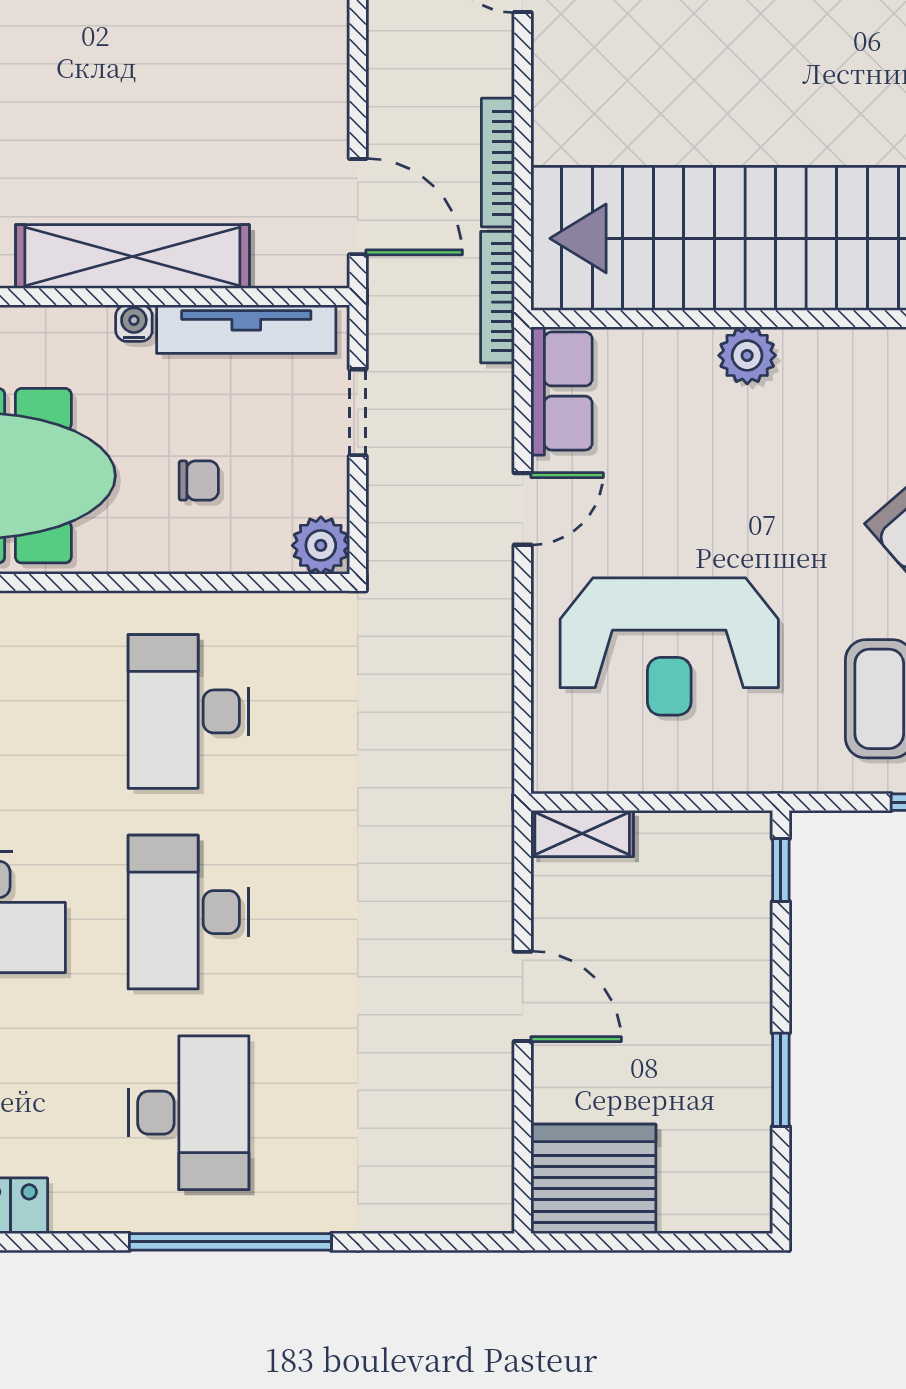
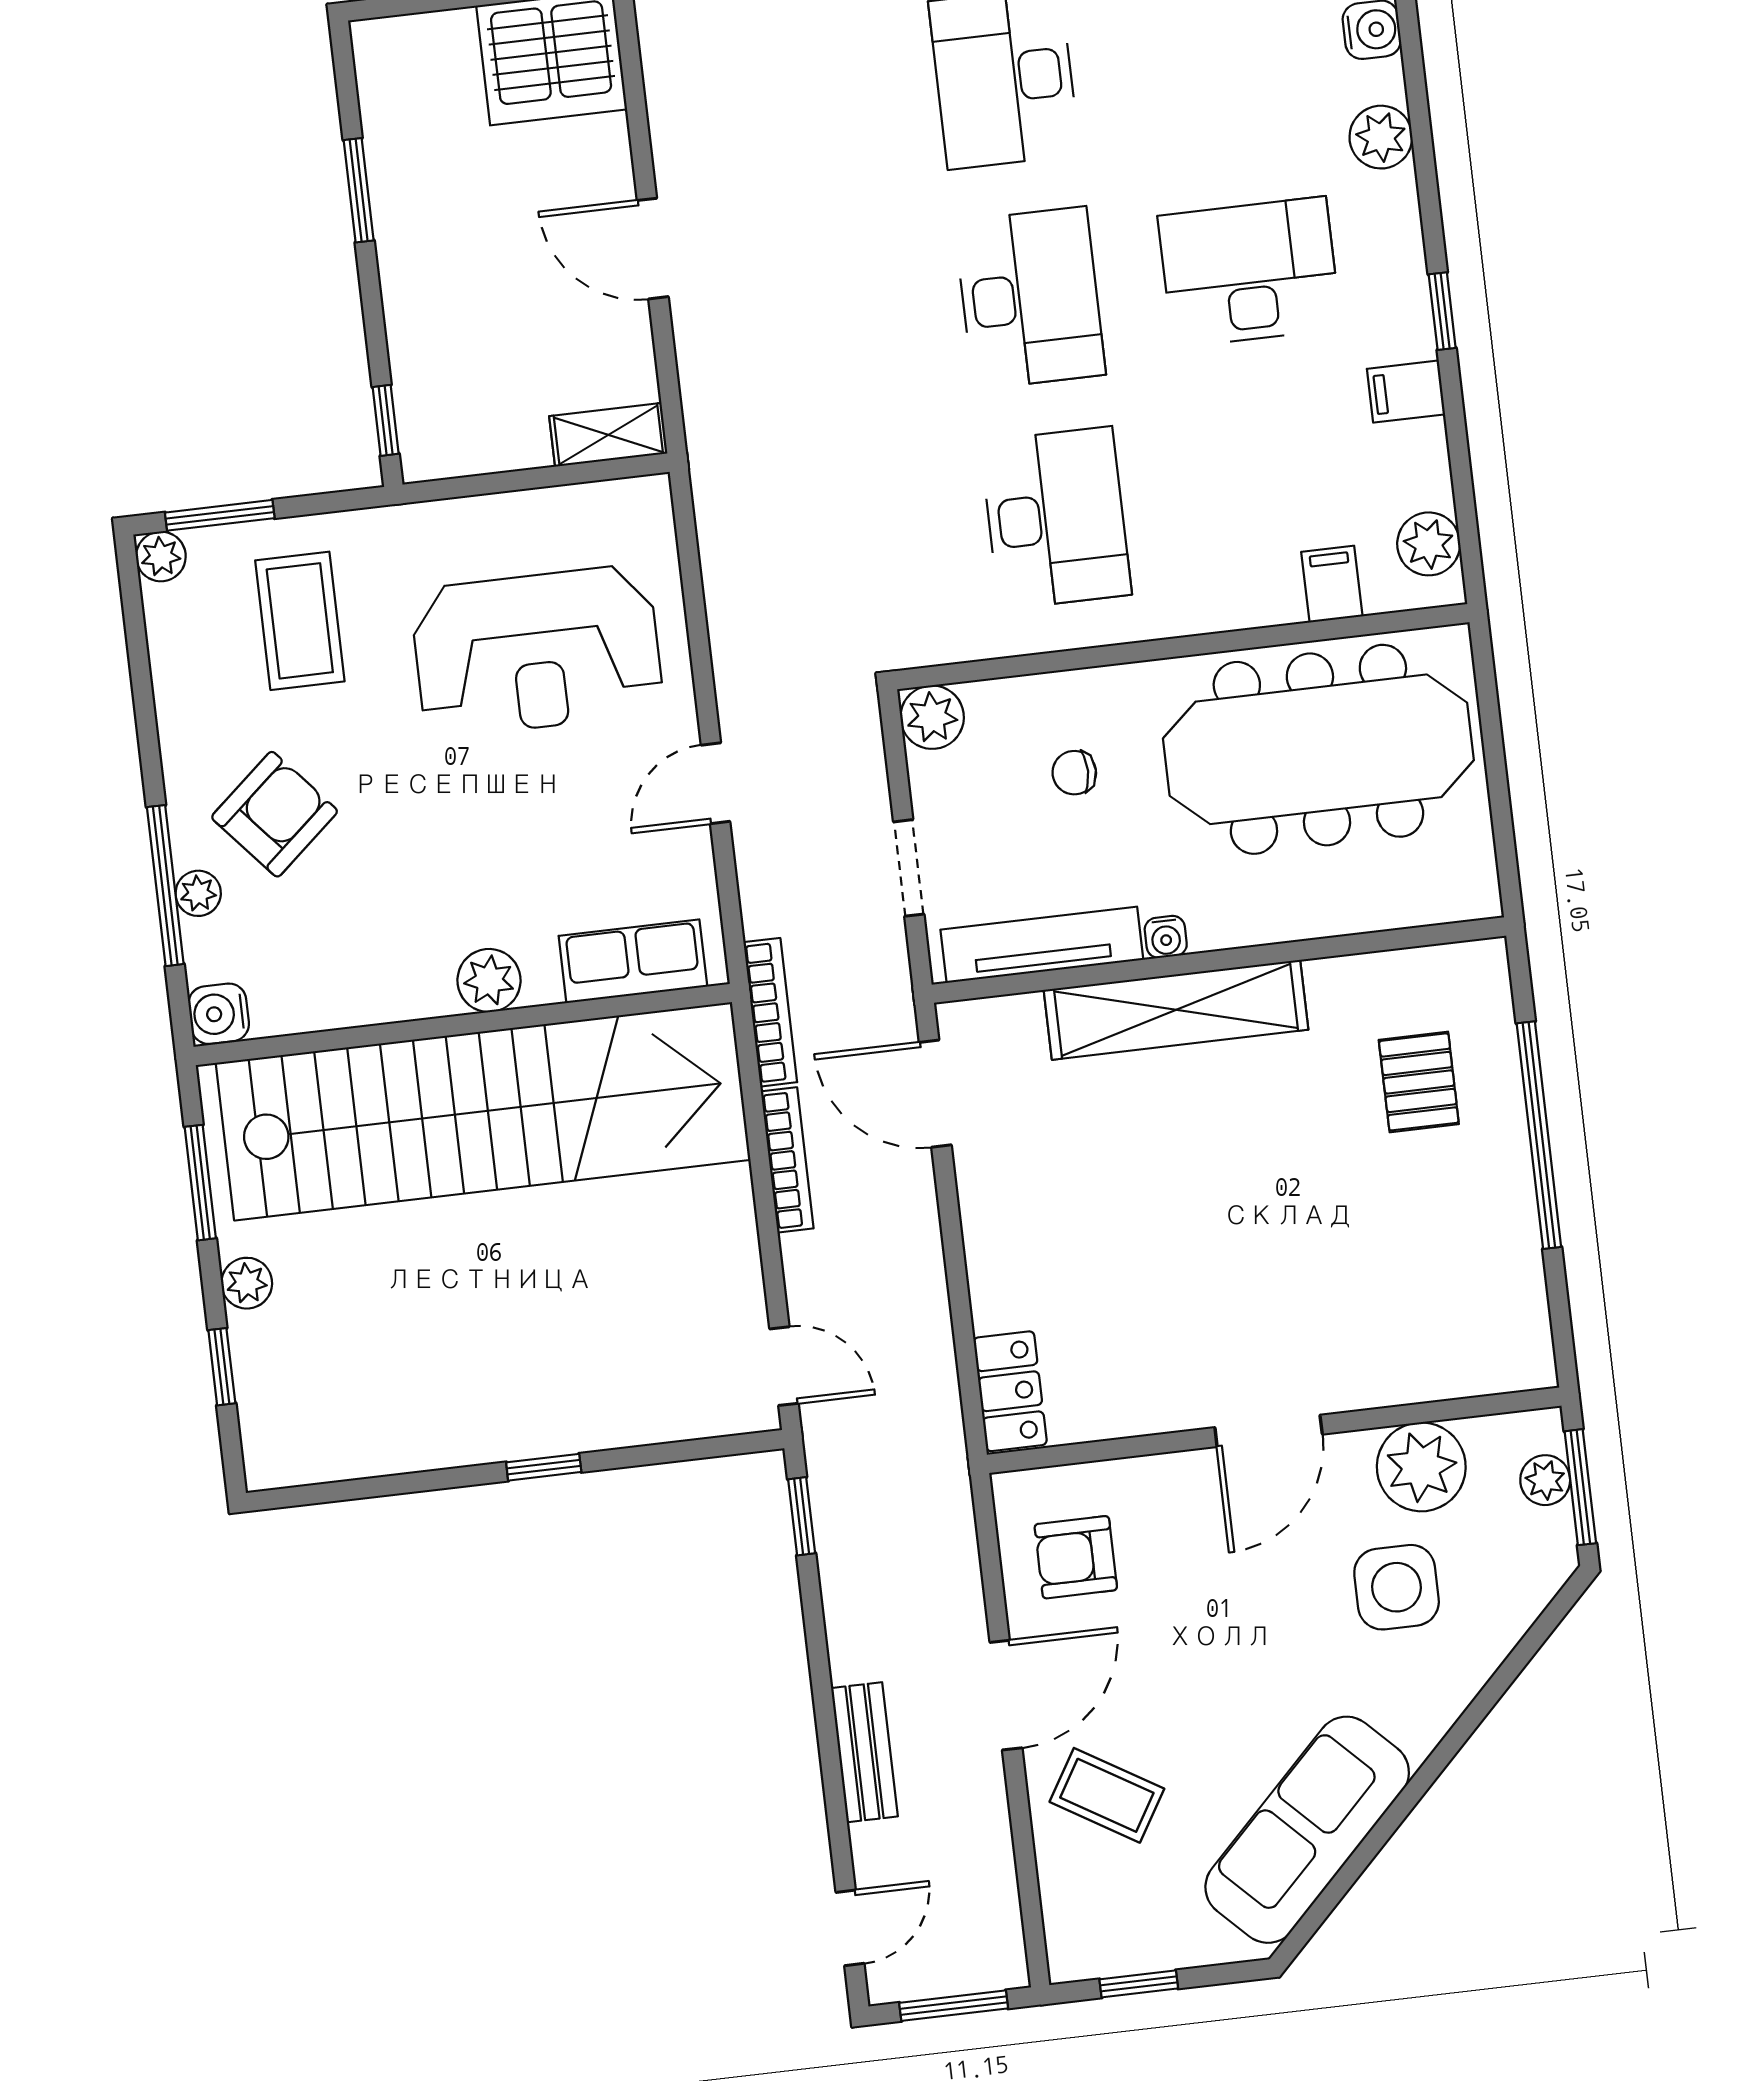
row of seats: (562, 391) -> (633, 961), moved, turned 90
reception desk: (669, 646) -> (537, 651), turned 180

